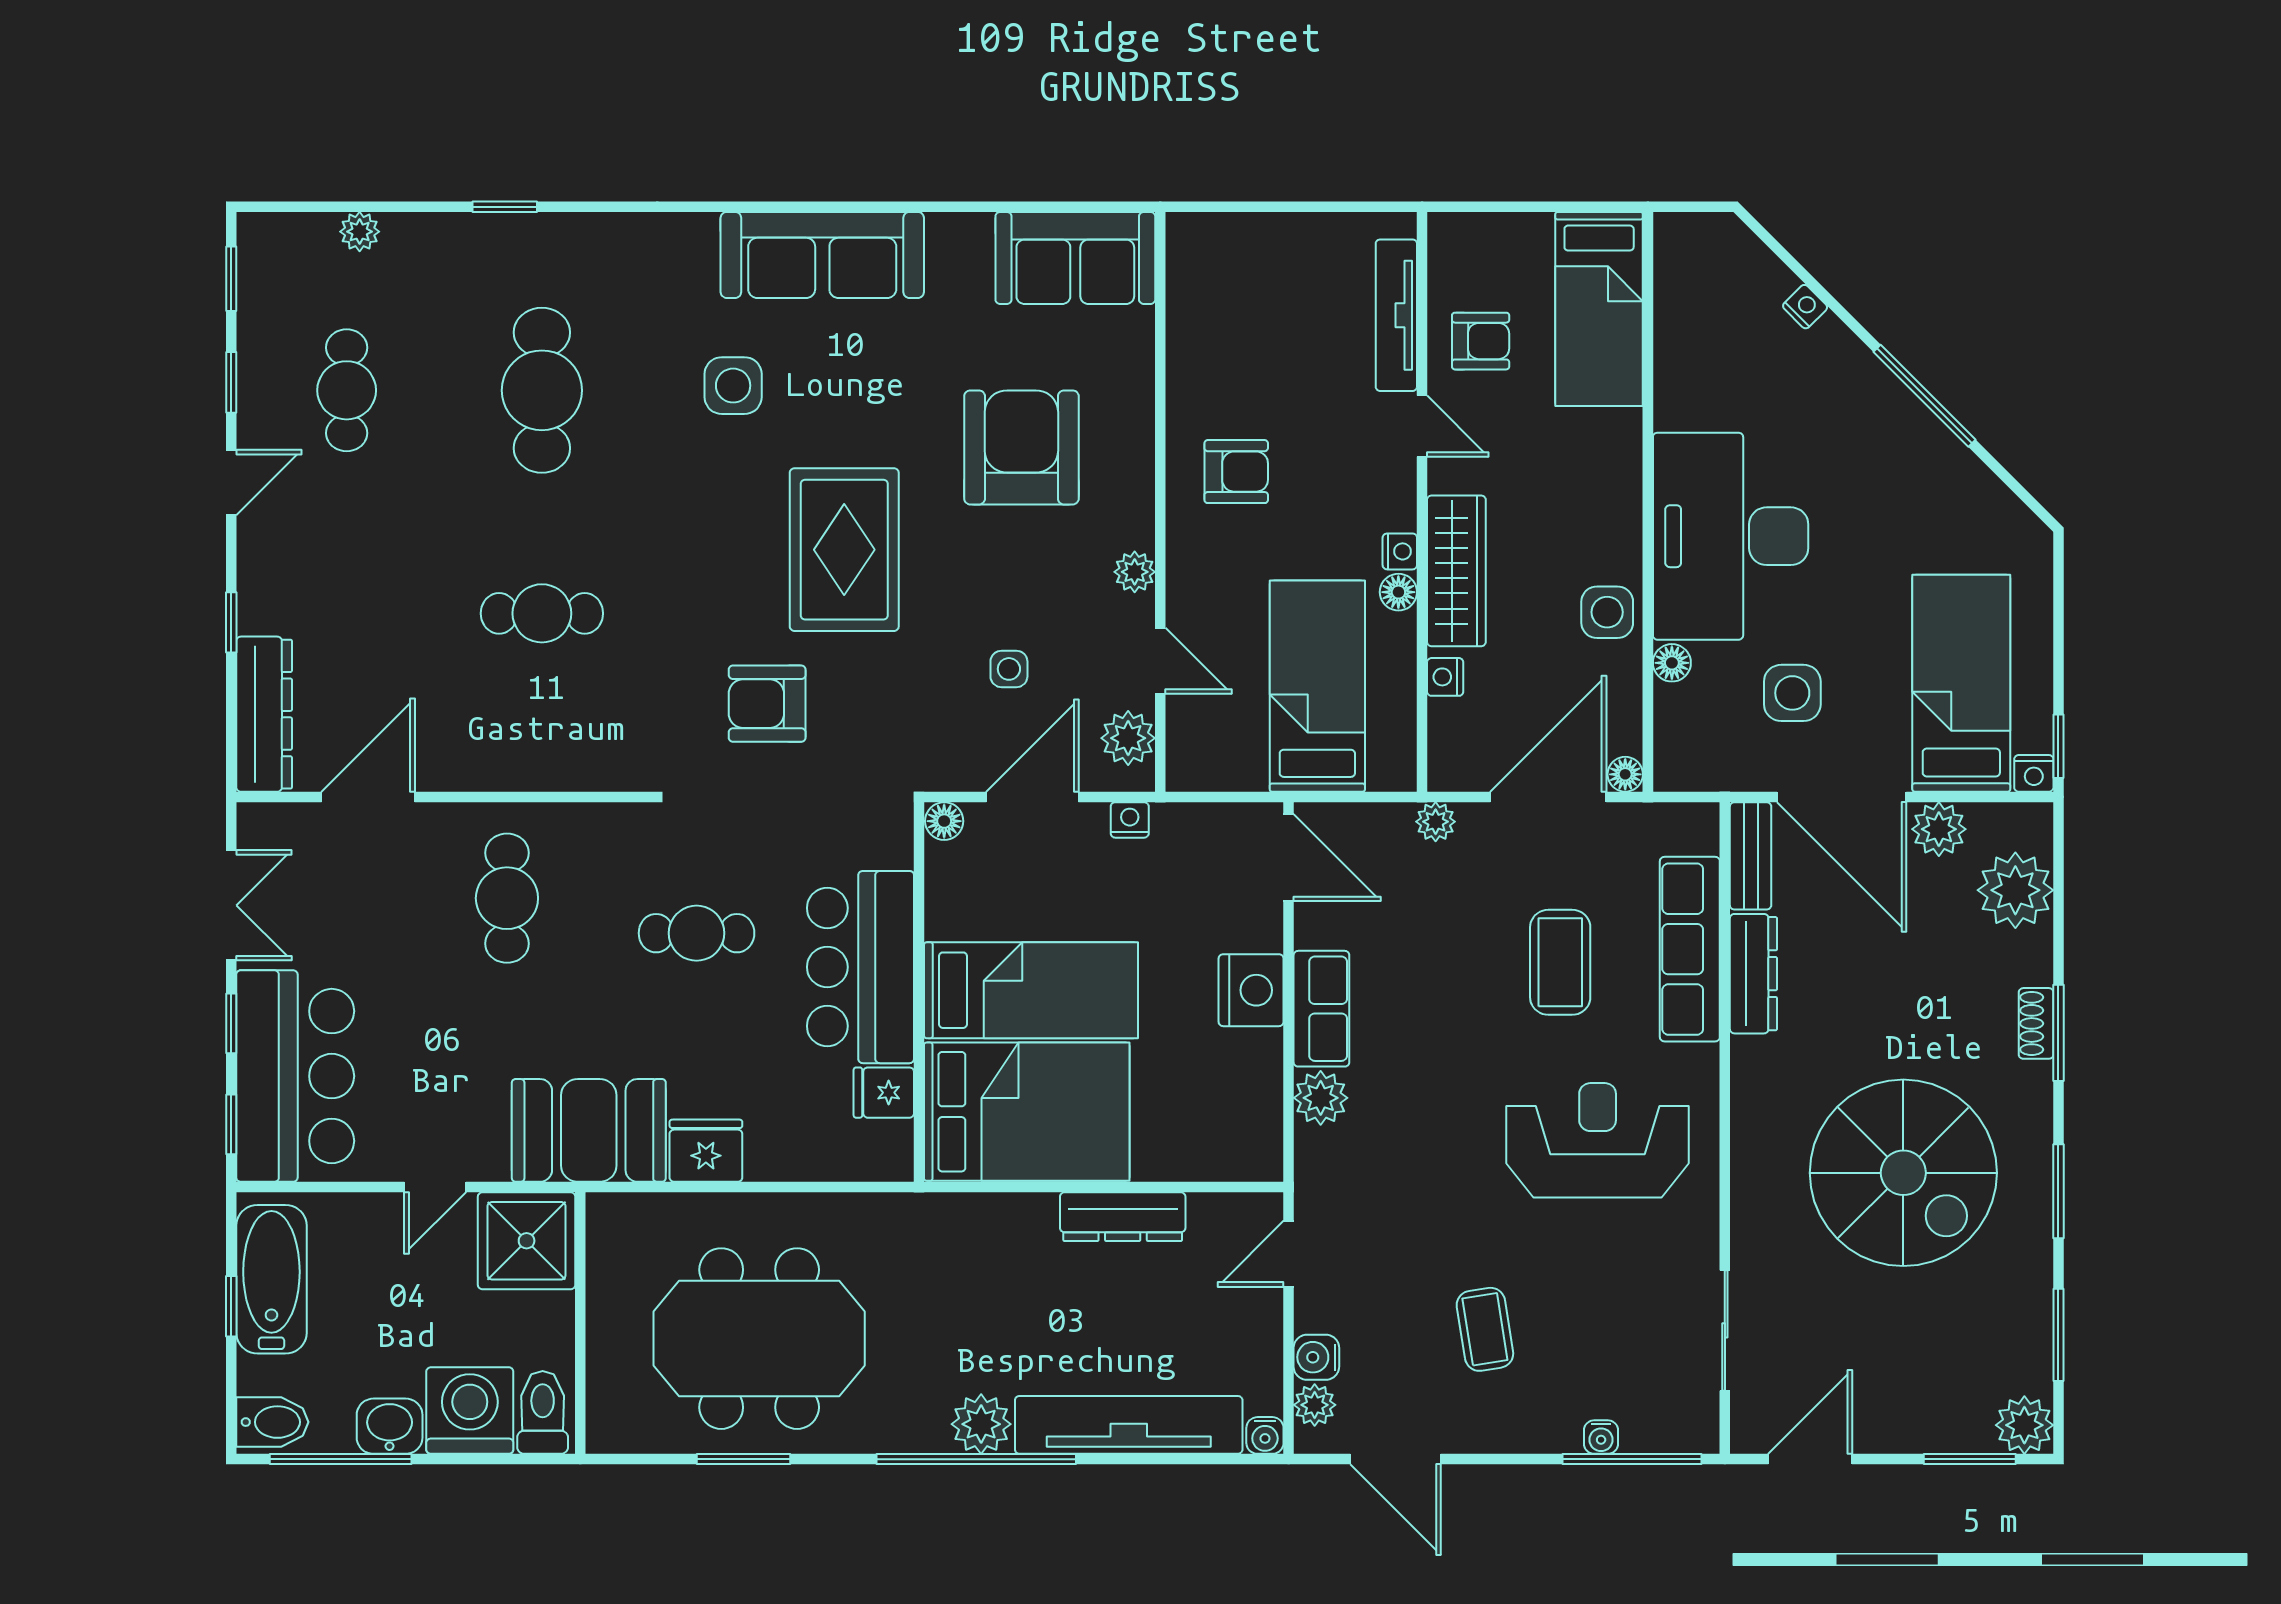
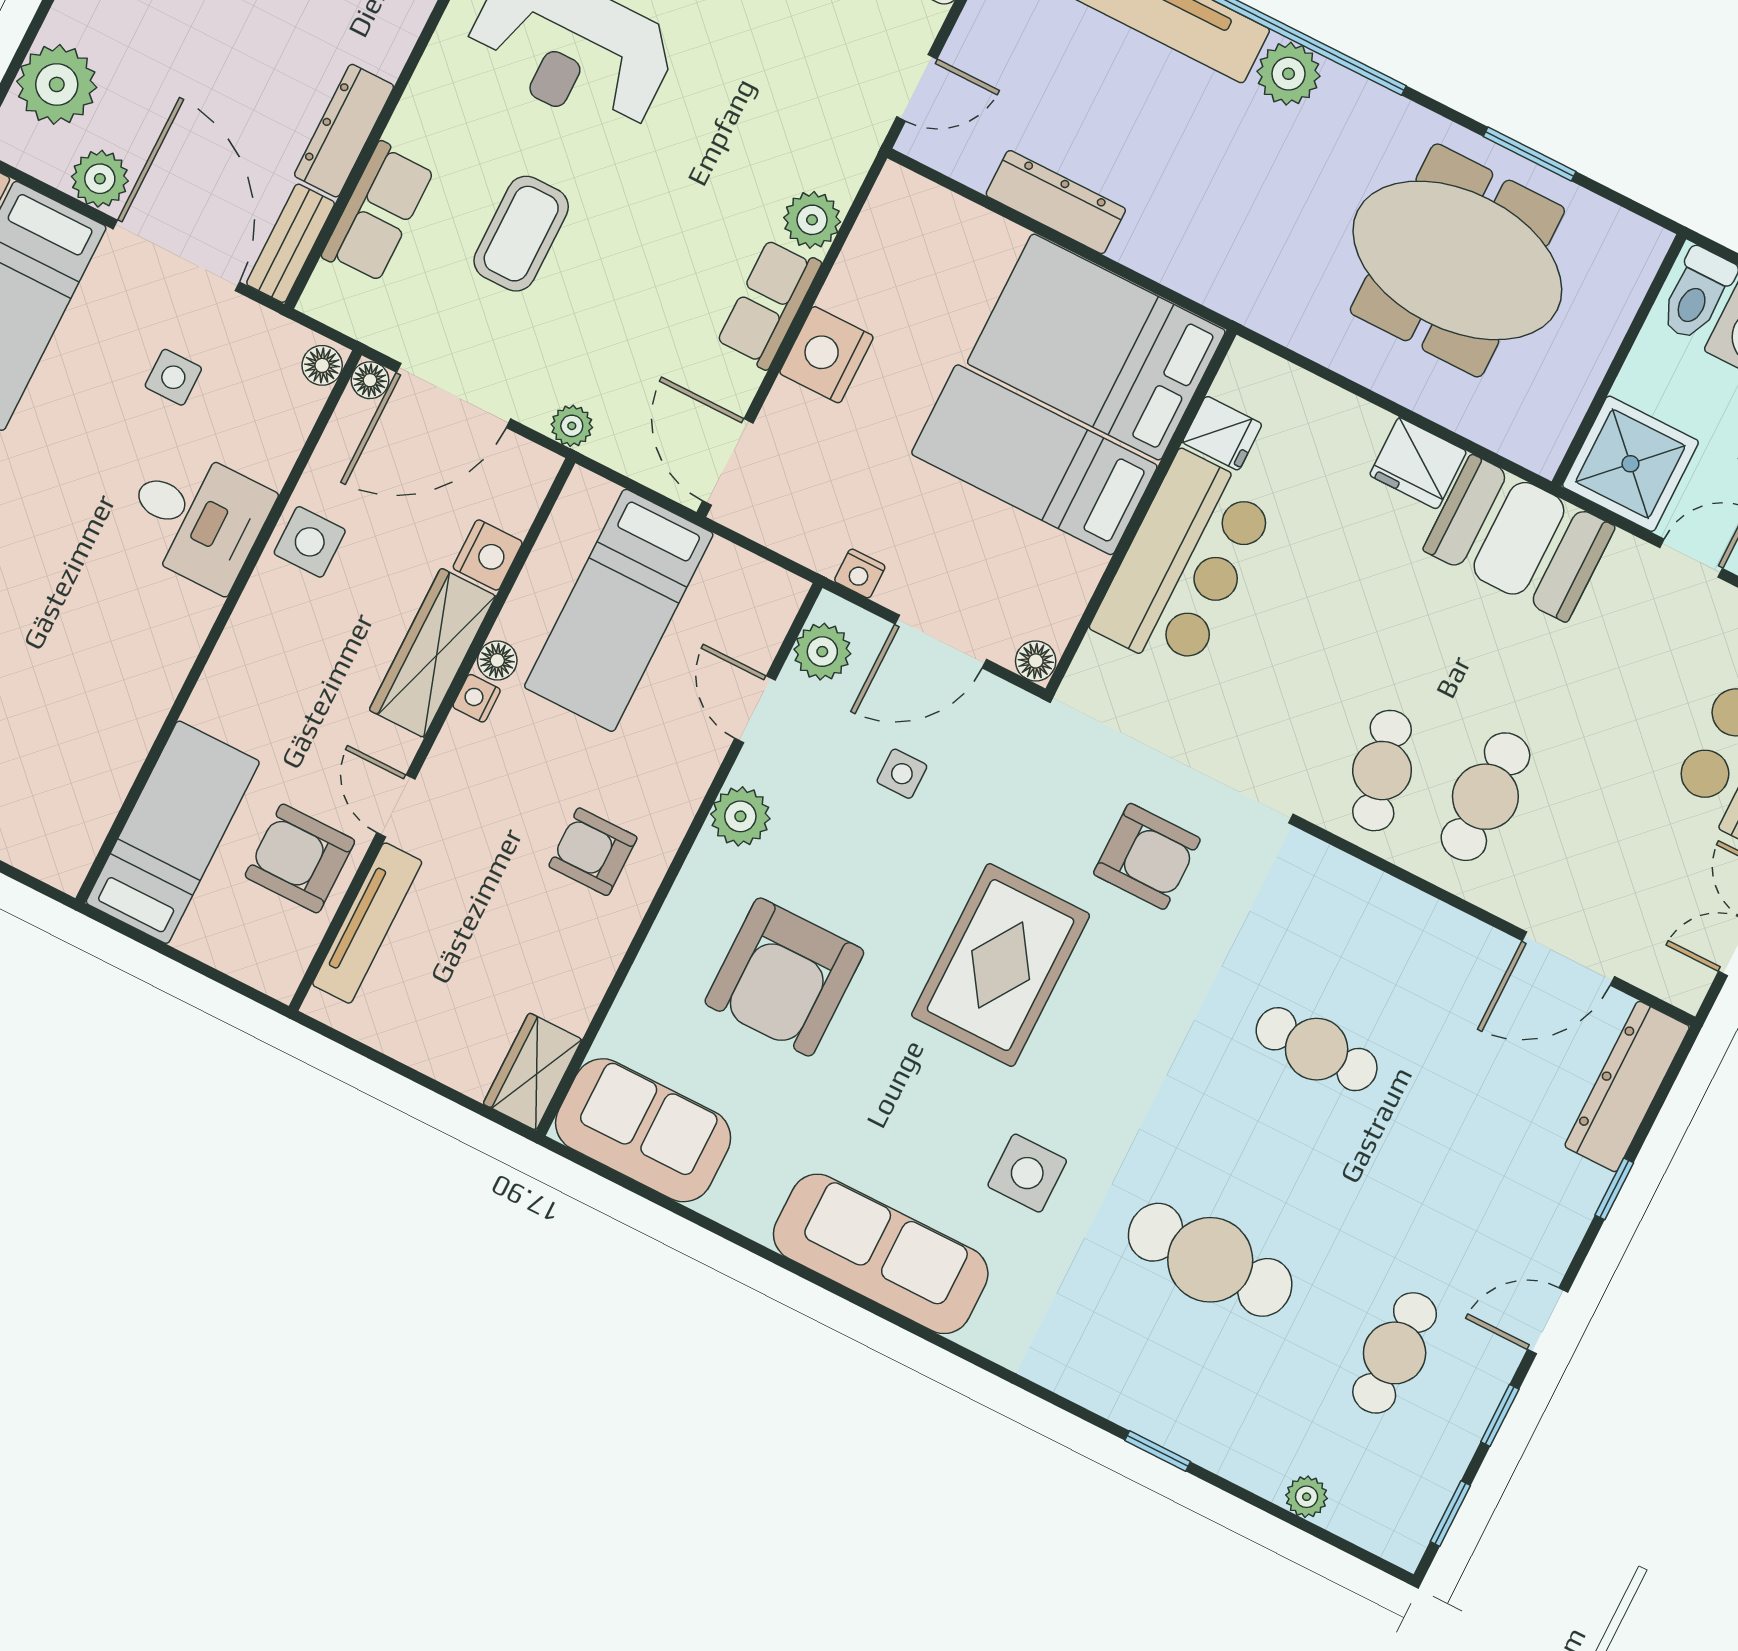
wardrobe: (1194, 260) -> (533, 1072), added
armchair: (1481, 341) -> (300, 858), width x1.38, depth x1.38
cafe table: (542, 390) -> (1210, 1260), turned 90
desk: (1731, 536) -> (197, 518), width x0.53, depth x0.77
plant: (1135, 572) -> (740, 816), width x1.38, depth x1.38
floor lamp: (1672, 663) -> (322, 365), moved
nightstand: (1445, 677) -> (488, 555), width x1.39, depth x1.35
side table: (1792, 693) -> (173, 377), width x0.73, depth x0.73
cafe table: (697, 933) -> (1382, 771), moved, turned 75
row of seats: (1690, 949) -> (378, 212), width x0.68

